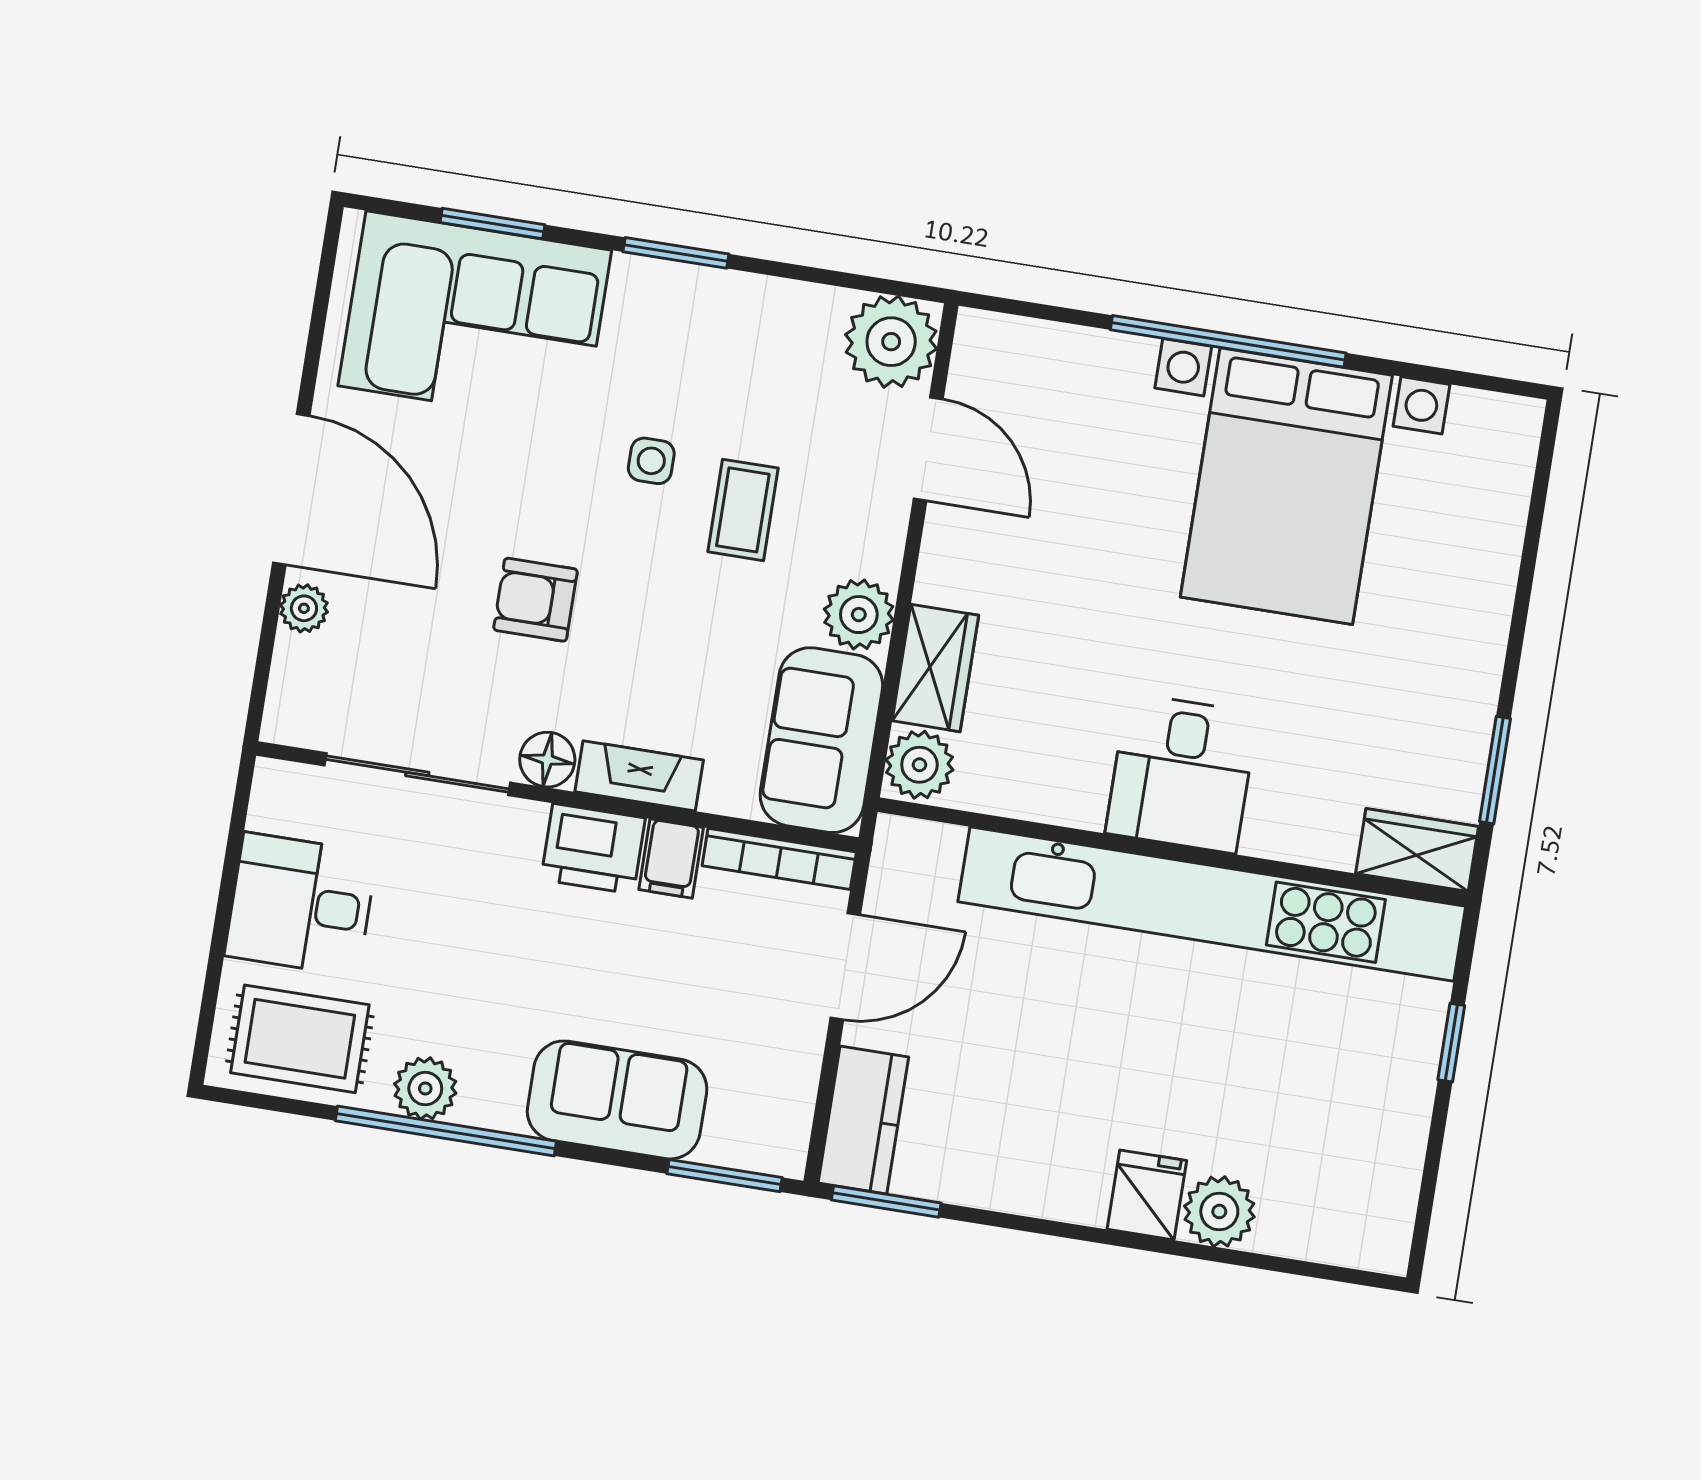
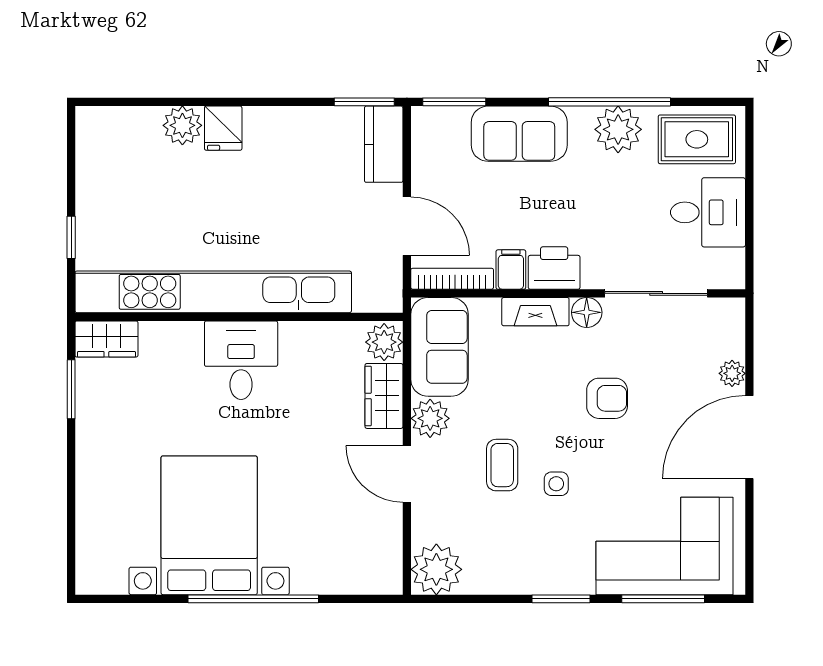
window: (492, 224) -> (663, 599), width x1.44
door: (928, 449) -> (407, 474), moved
door: (291, 489) -> (749, 437), hinge flipped
door: (845, 966) -> (407, 226), swing flipped
plant: (425, 1089) -> (618, 129), width x1.36, depth x1.36

